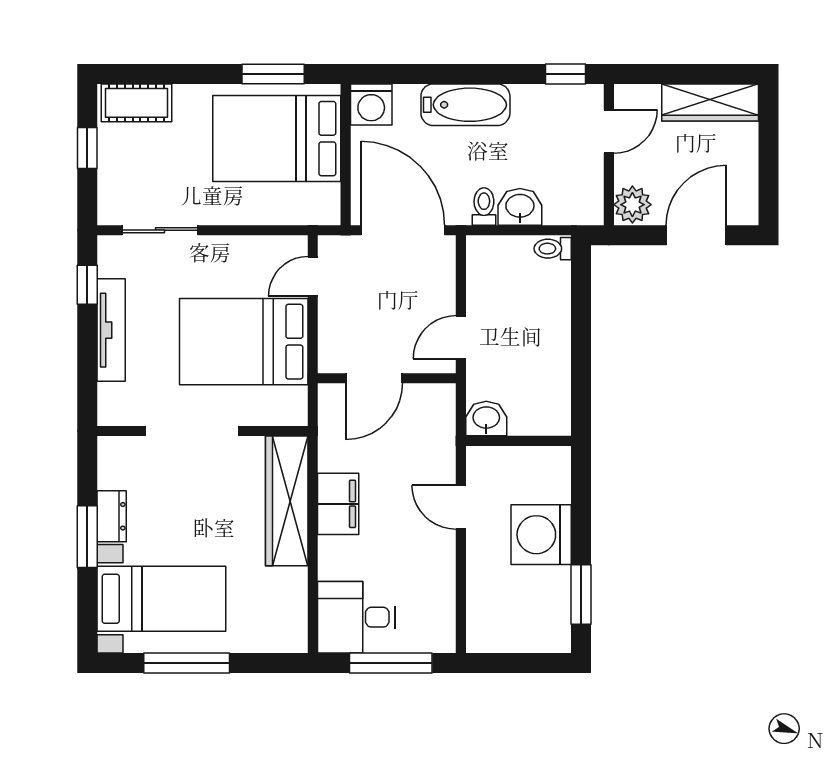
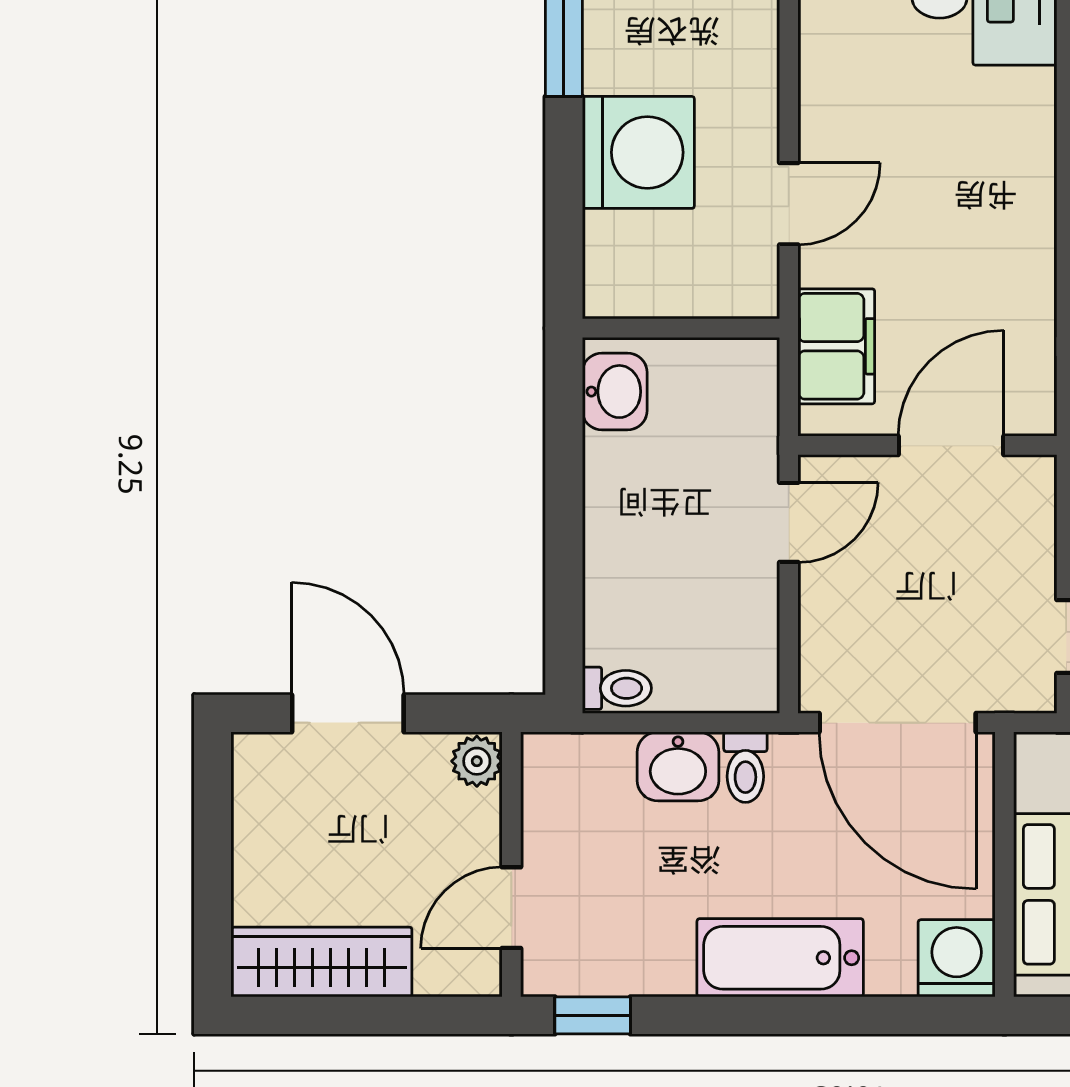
plant: (632, 205) -> (477, 761), width x0.73, depth x0.73
door: (696, 235) -> (348, 713), swing flipped
washbasin: (486, 419) -> (615, 392), moved, turned -90
filing cabinet: (338, 504) -> (836, 346), moved, turned 180
door: (461, 507) -> (789, 204), hinge flipped

